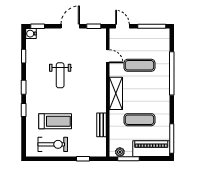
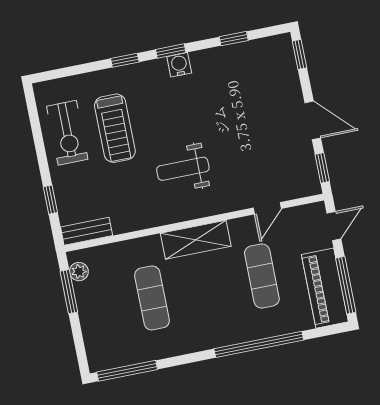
water cooler: (31, 34) -> (179, 65), moved
weight bench: (60, 75) -> (183, 169), moved
bench: (101, 125) -> (87, 231), moved
piano: (151, 149) -> (325, 288), moved, turned 180

